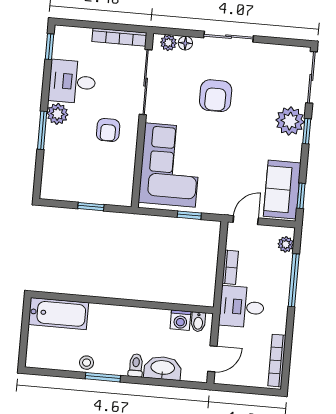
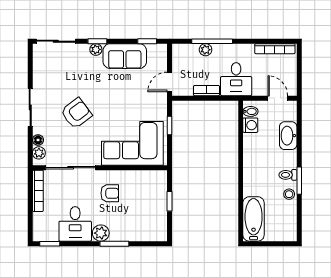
armchair: (216, 96) -> (76, 113), turned -37
plant: (290, 121) -> (96, 49), width x0.53, depth x0.53
sofa: (282, 190) -> (125, 56), moved
door: (246, 220) -> (169, 82), hinge flipped
plant: (286, 244) -> (206, 50), moved
toilet: (136, 365) -> (288, 175), moved

